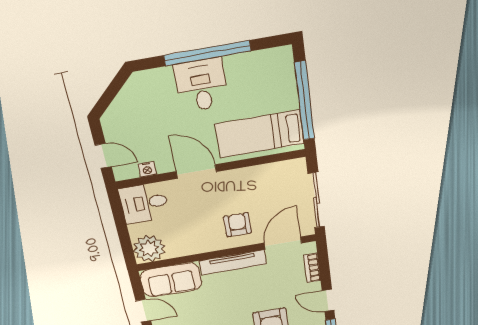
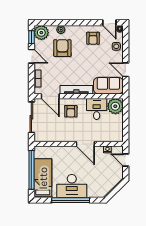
desk: (201, 85) -> (72, 186), width x1.37
bed: (260, 134) -> (43, 178), moved, turned -90
desk: (144, 203) -> (97, 109), moved, turned -90
door: (283, 243) -> (50, 96), hinge flipped

